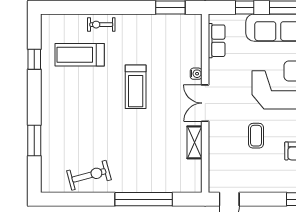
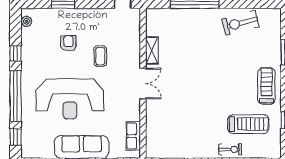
water cooler: (196, 74) -> (151, 108), removed
treadmill: (136, 87) -> (267, 86), moved

